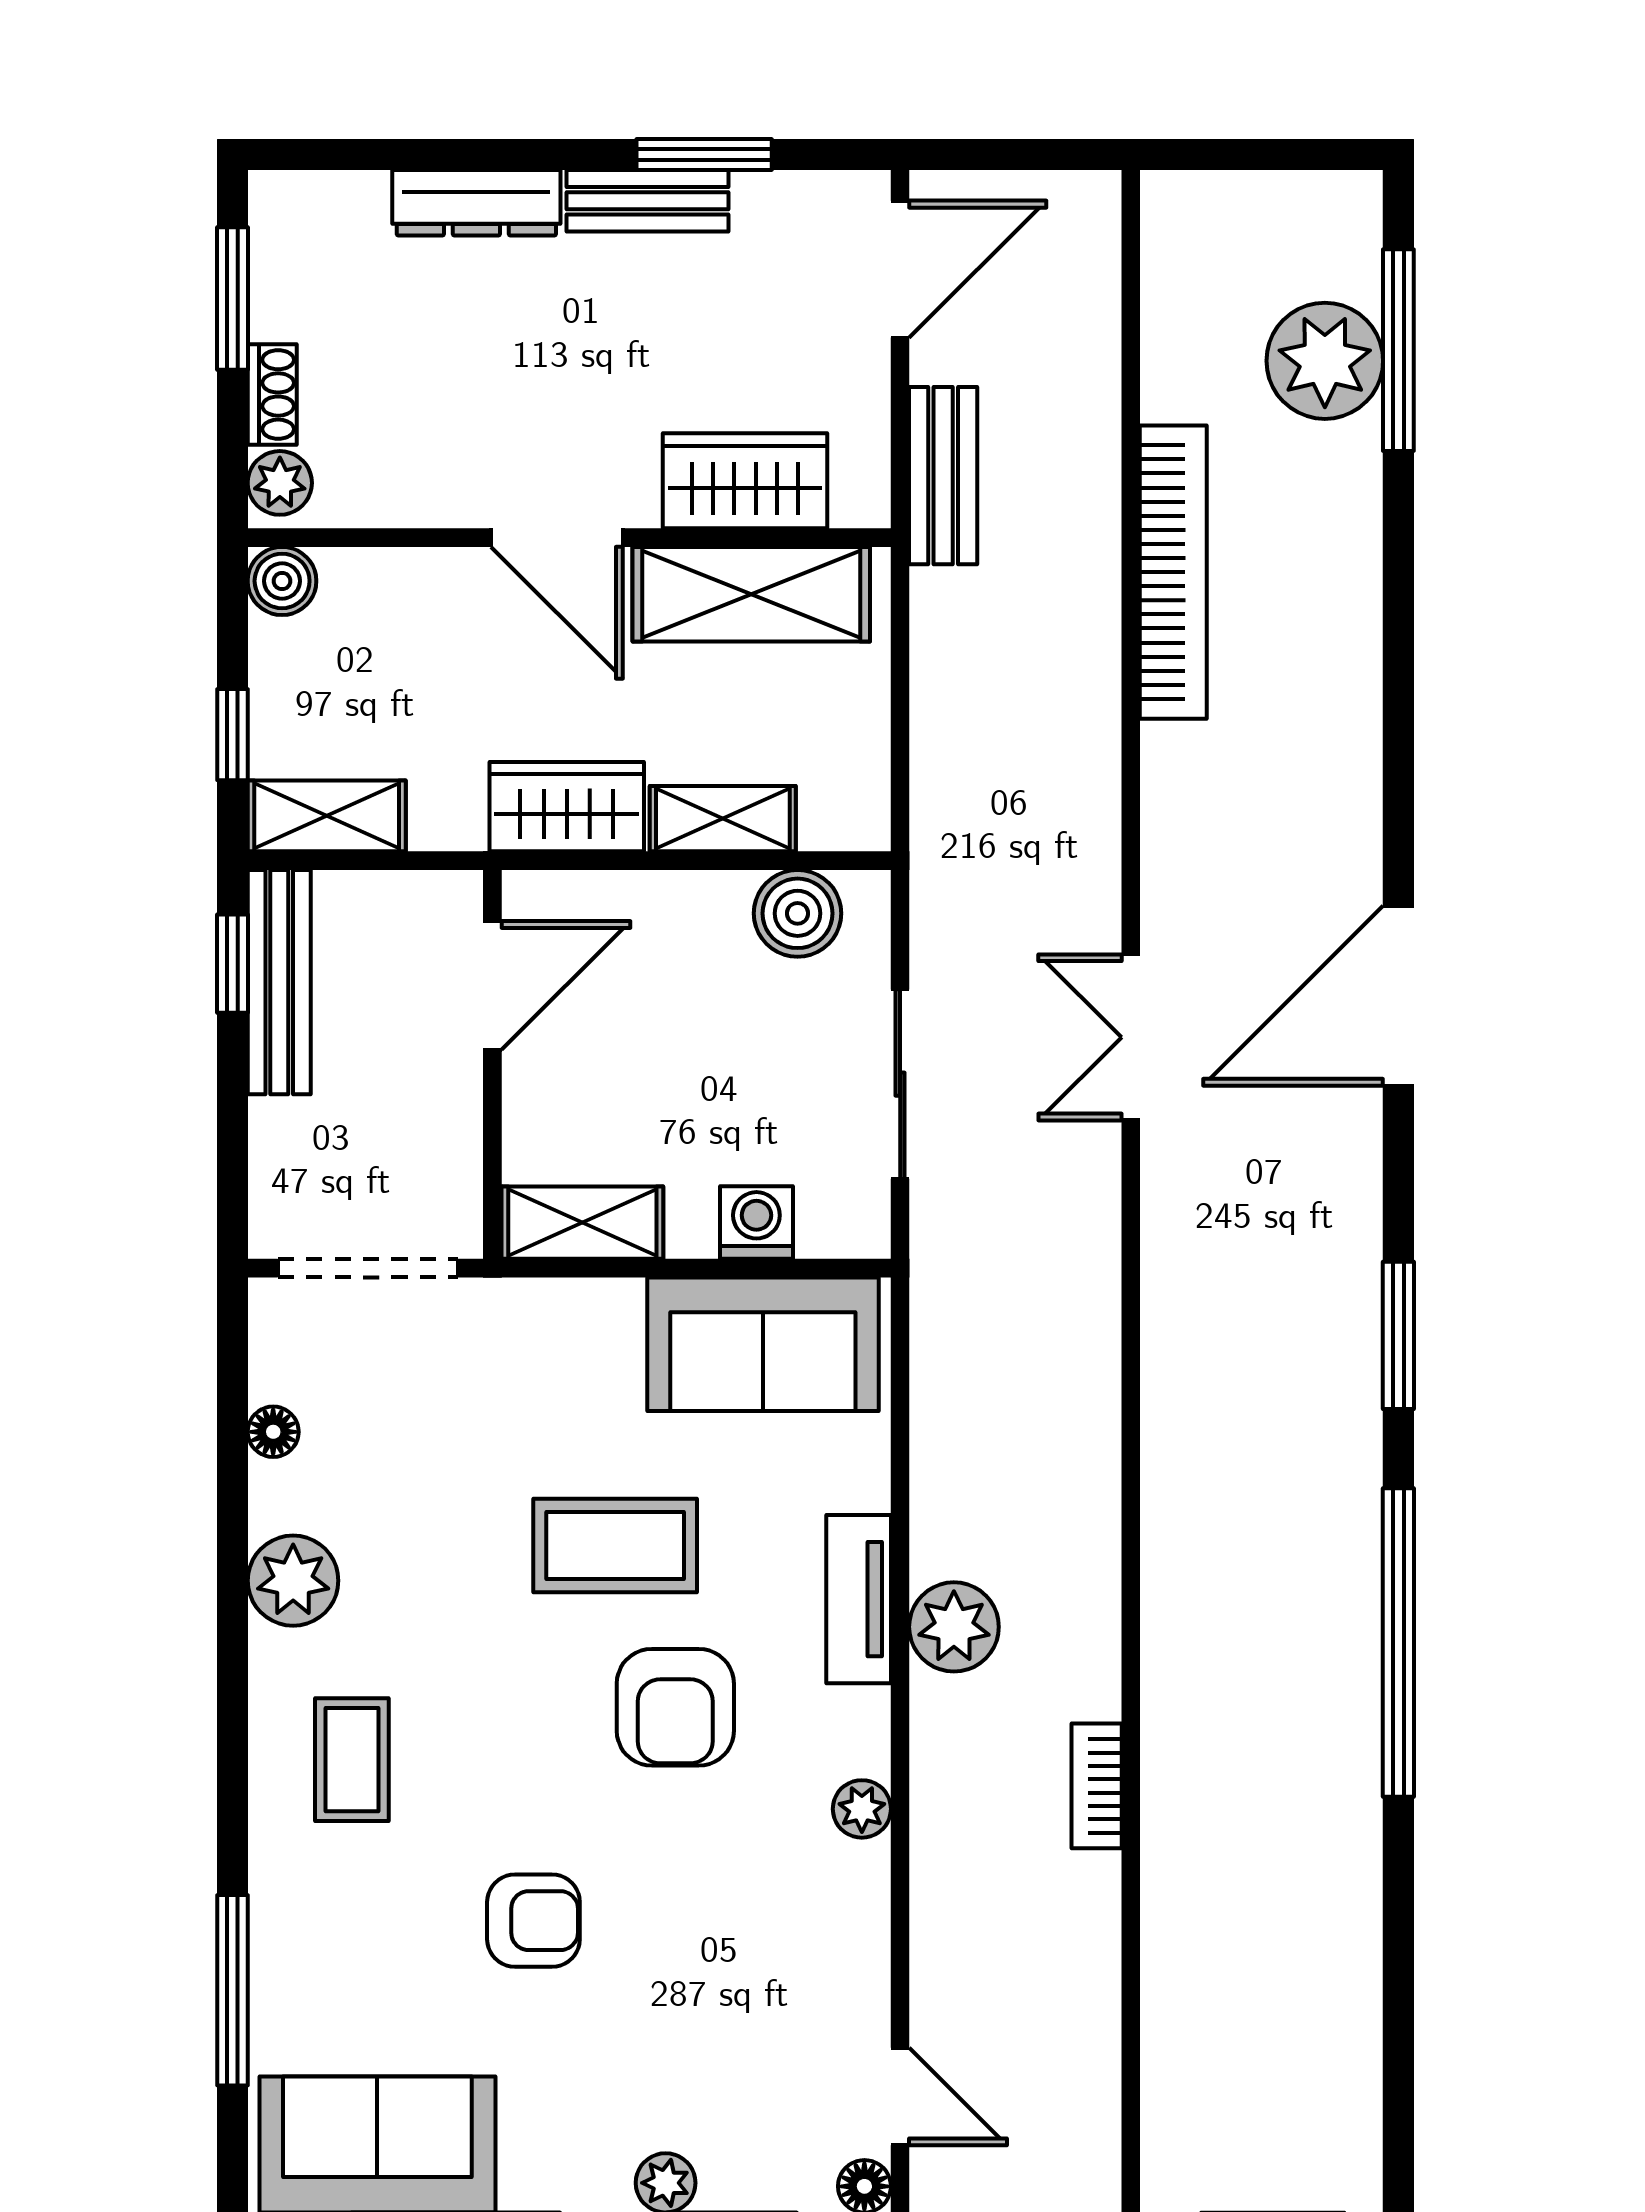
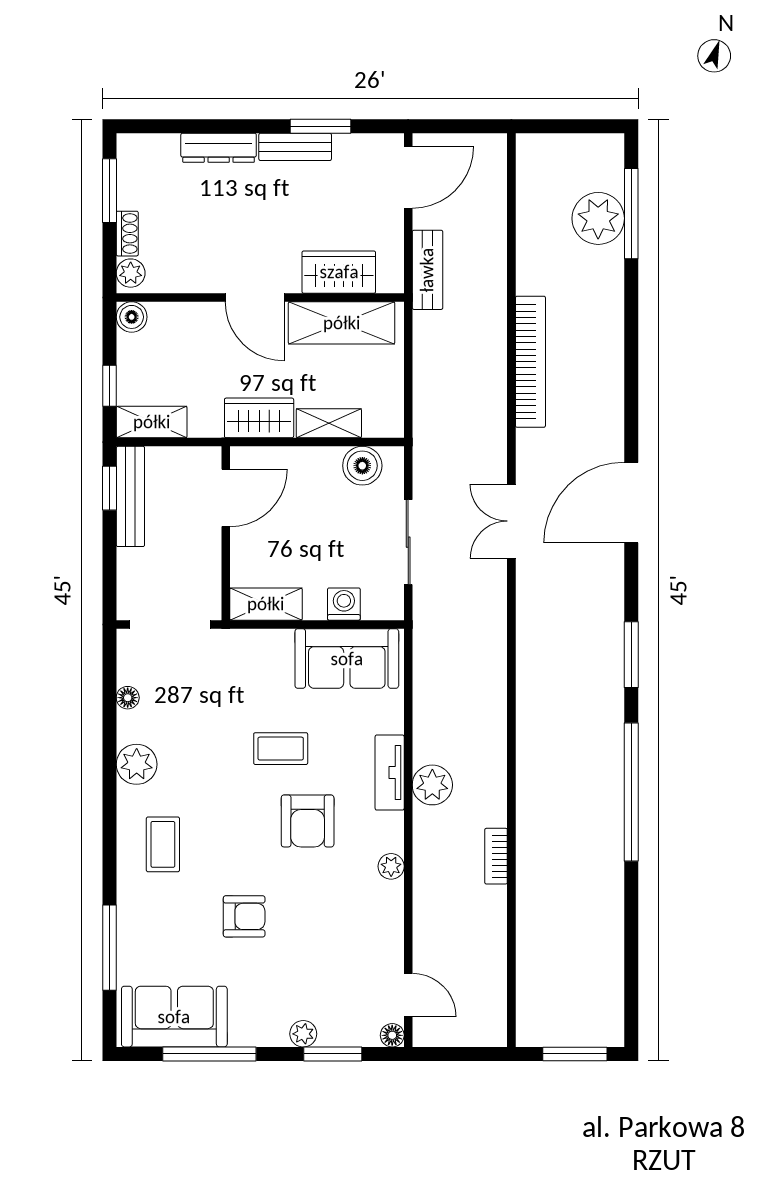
bookcase: (1173, 572) -> (530, 362), moved
coffee table: (615, 1545) -> (281, 749), width x0.73, depth x0.77

